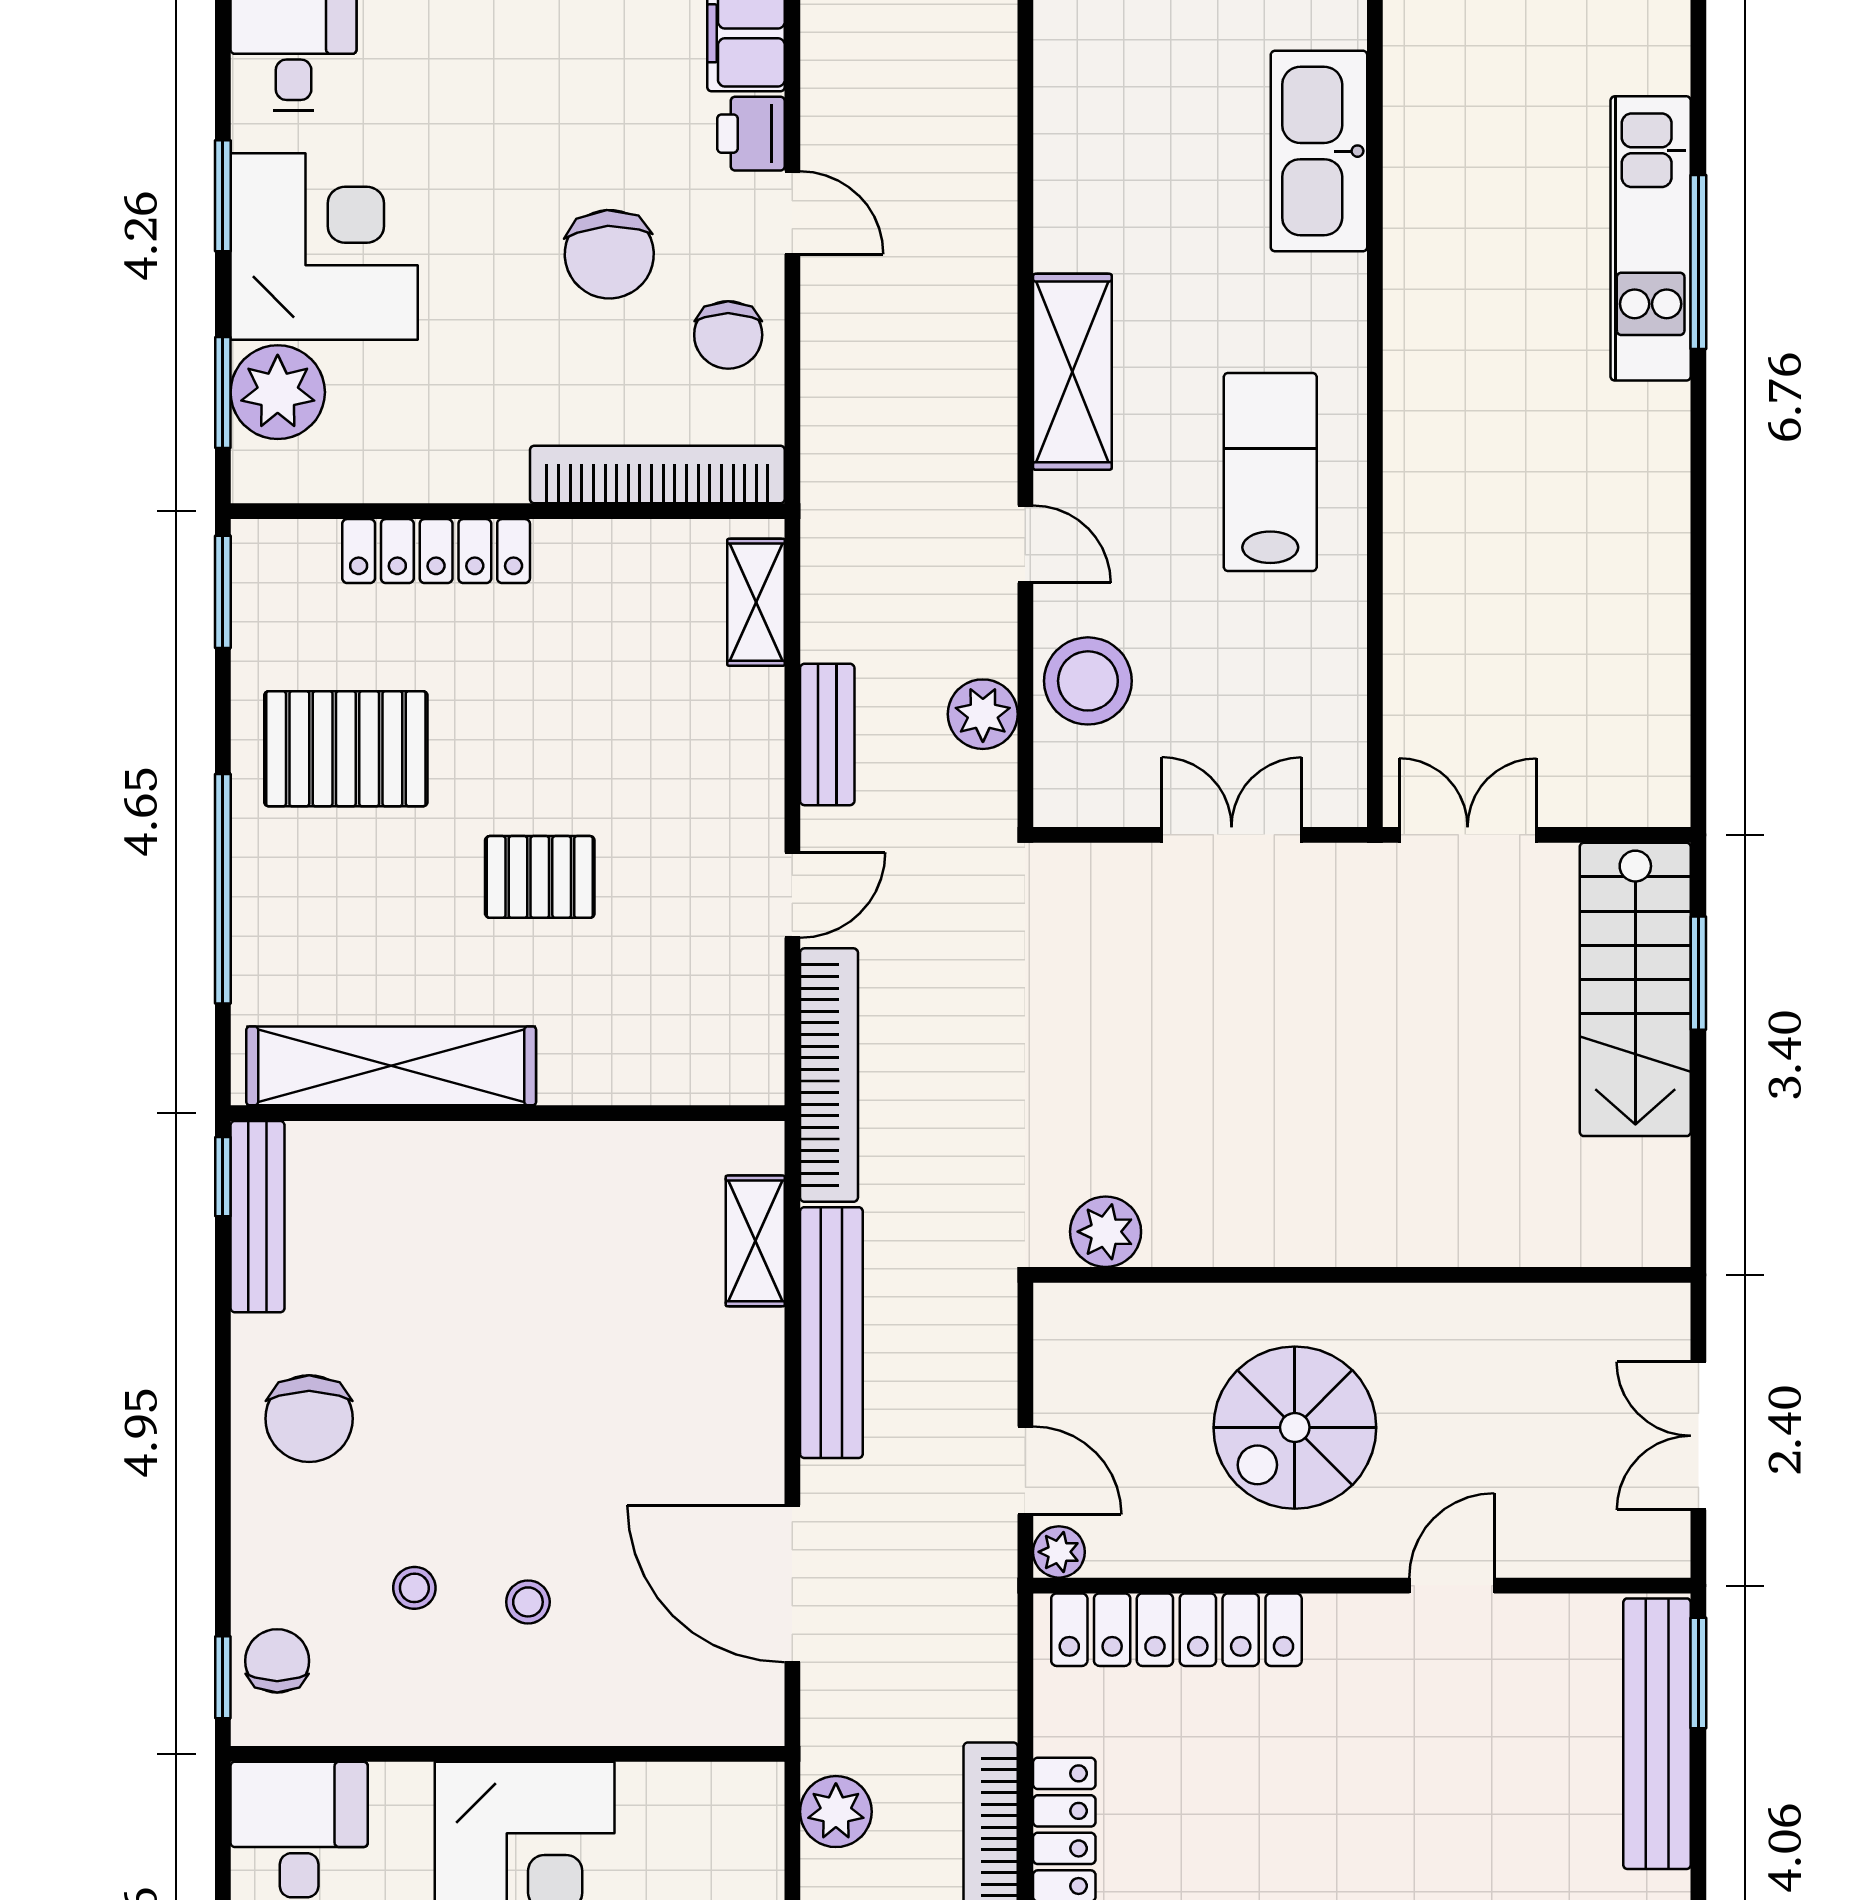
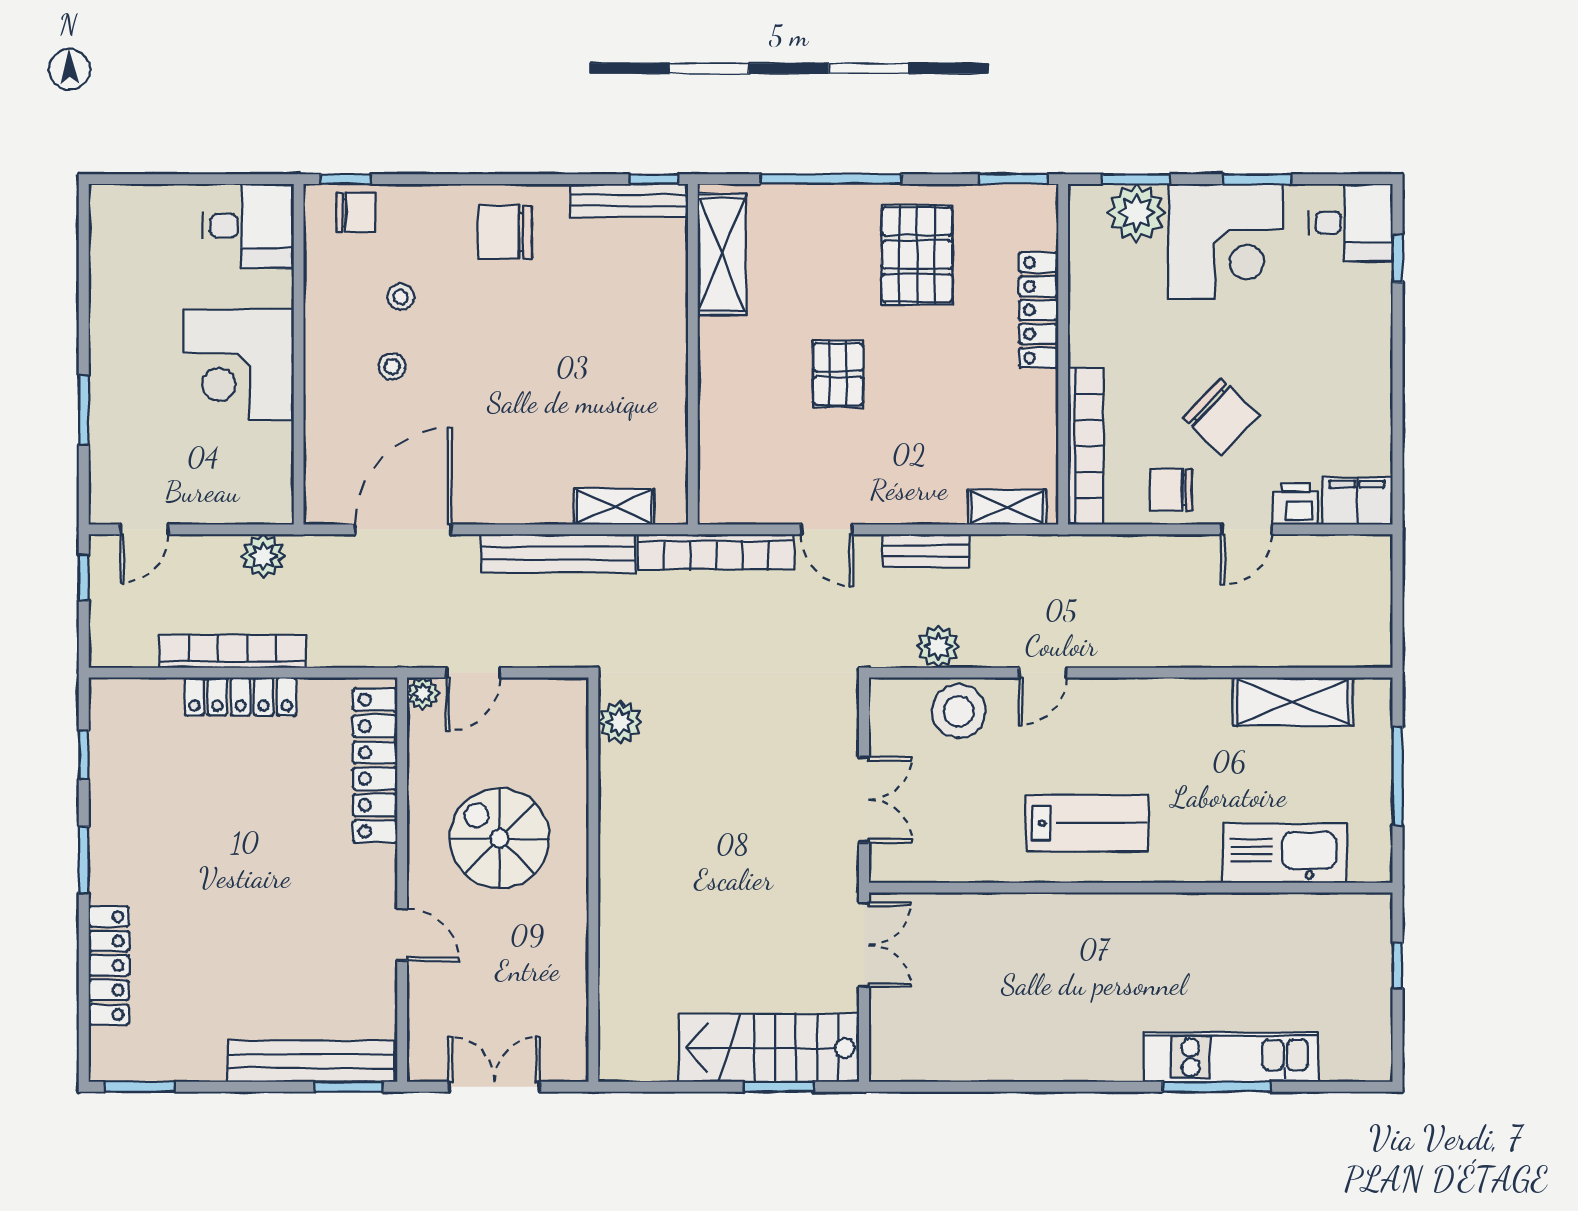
chair: (609, 254) -> (1221, 417), turned -133
shelving: (1072, 372) -> (1293, 702), moved
shelving: (391, 1066) -> (722, 254), width x0.68

